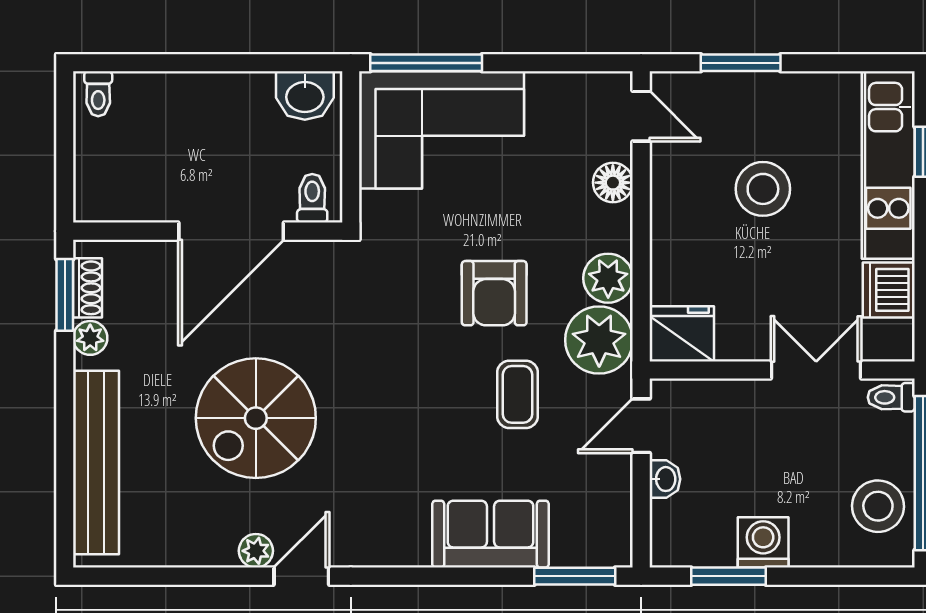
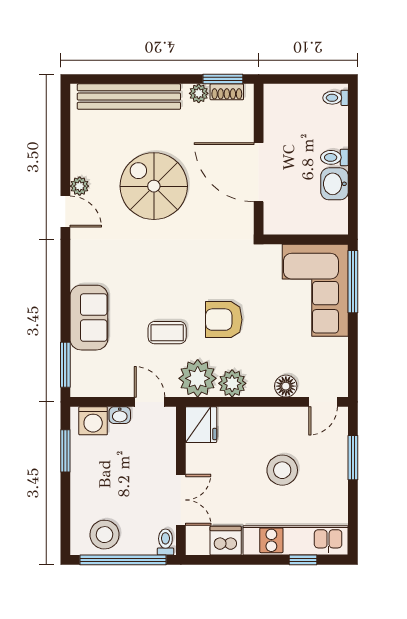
washbasin: (305, 96) -> (335, 184), moved
toilet: (312, 198) -> (334, 157), moved, turned 180
washing machine: (763, 542) -> (93, 421), moved, turned 90

